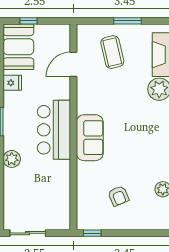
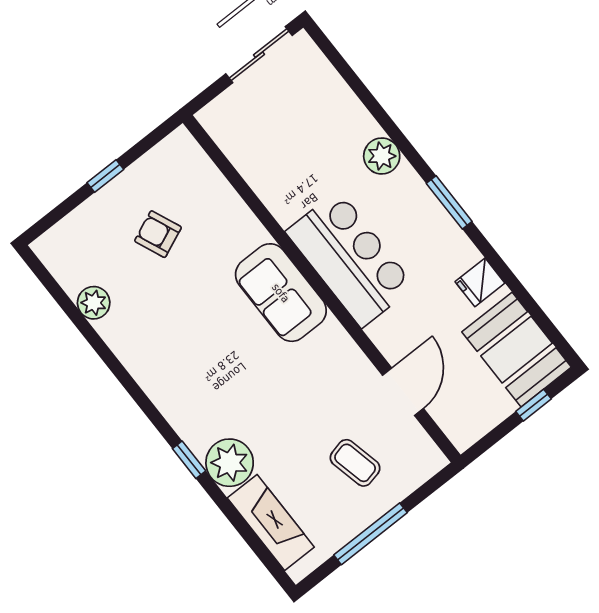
window: (127, 21) -> (371, 534), width x1.44
coffee table: (112, 52) -> (355, 463), width x0.73, depth x0.77
window: (92, 233) -> (105, 176), moved

